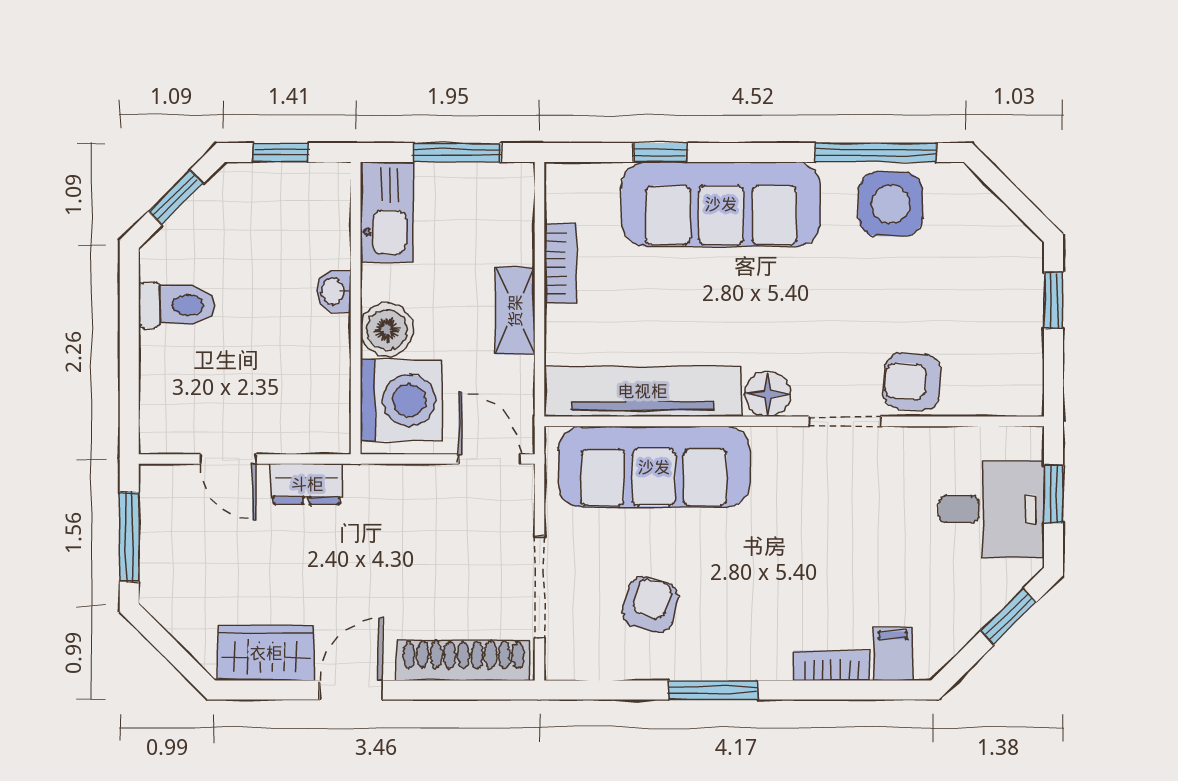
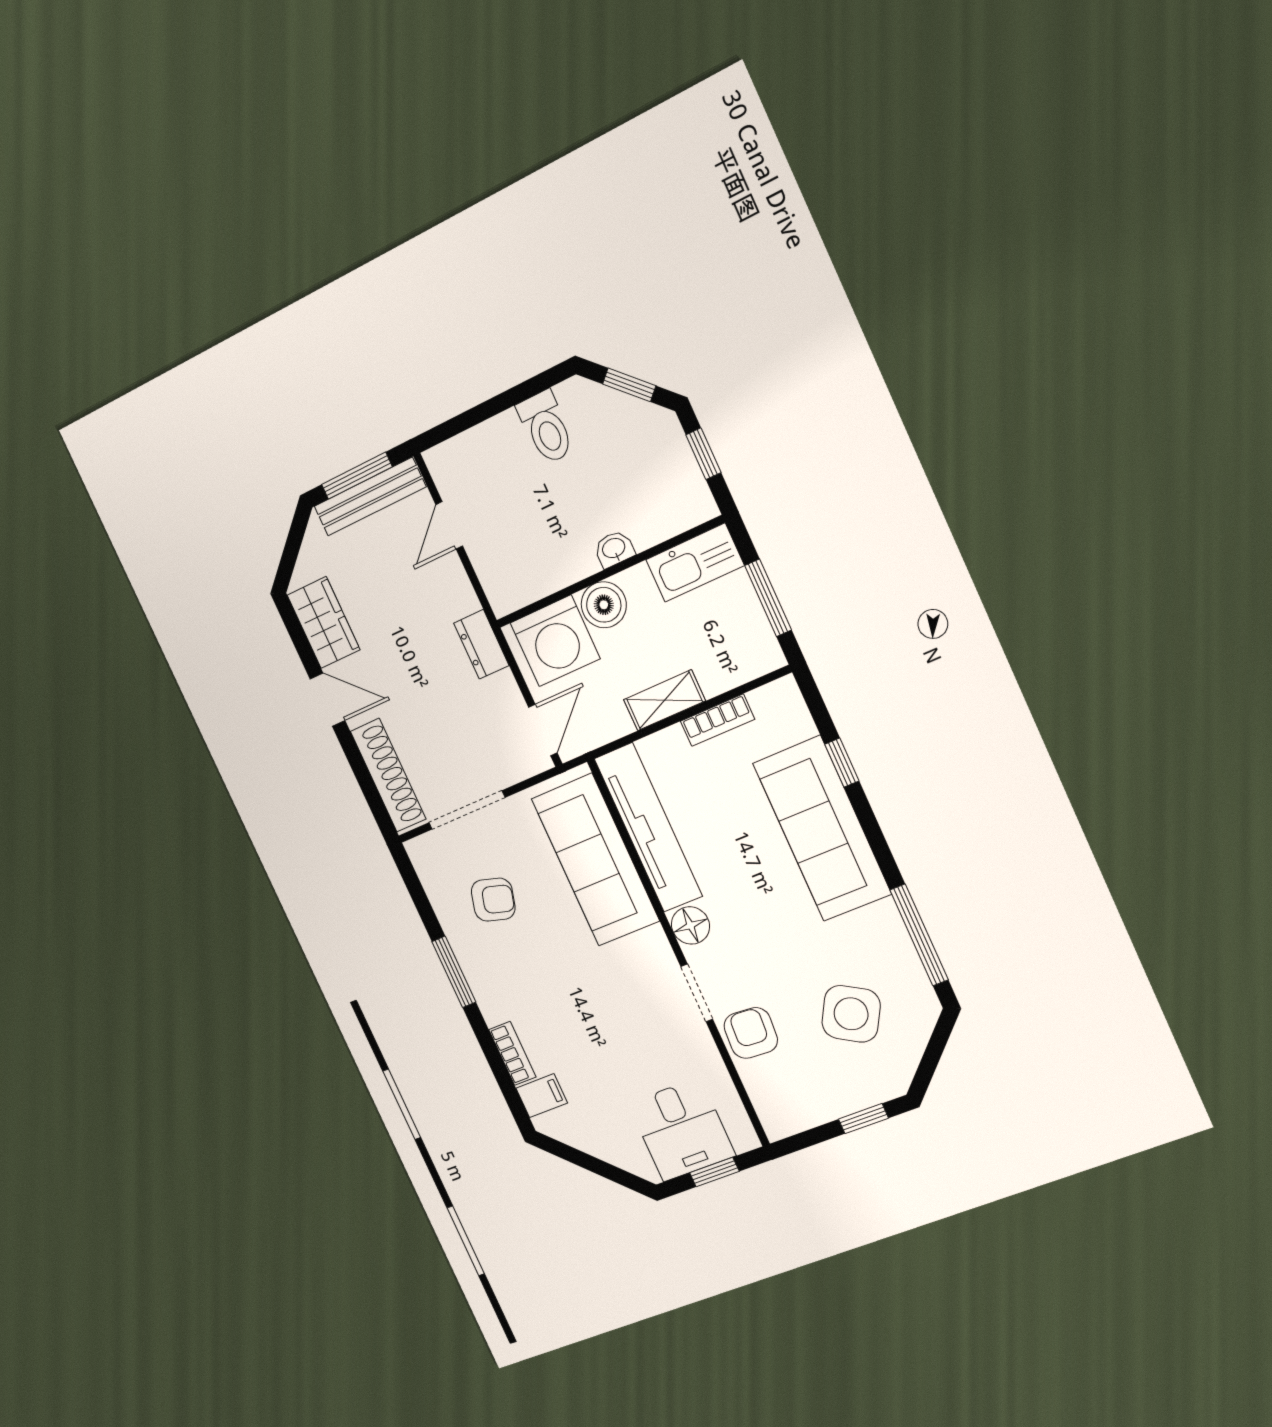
side table: (891, 204) -> (851, 1014), moved, turned 30
dresser: (307, 484) -> (481, 644), moved
bench: (158, 533) -> (370, 497), added
window: (1009, 616) -> (609, 1171), removed

